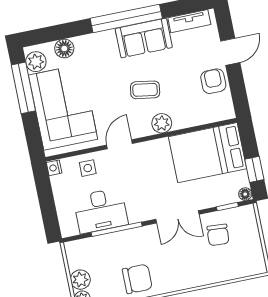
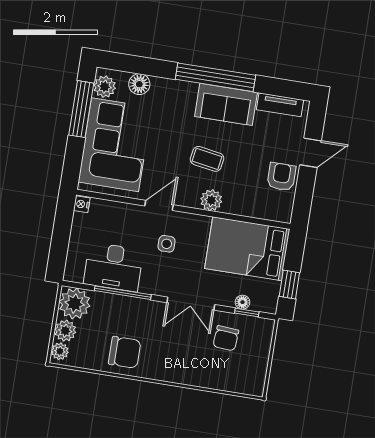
side table: (88, 168) -> (167, 244), moved
floor lamp: (245, 194) -> (243, 302), moved
plant: (80, 254) -> (75, 304), added

